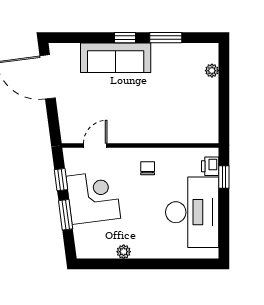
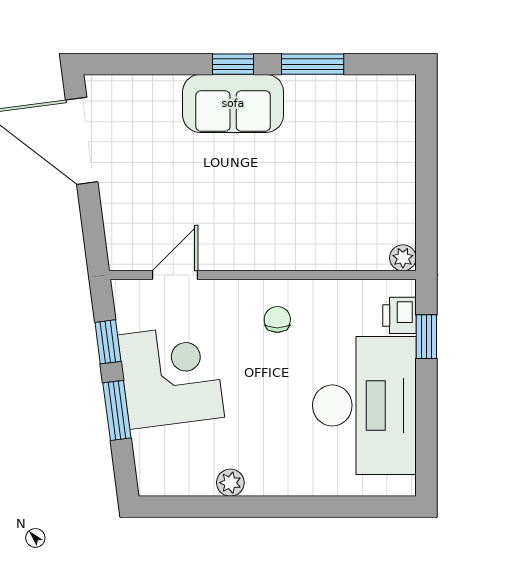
sofa: (116, 58) -> (233, 103), width x0.73
plant: (212, 71) -> (403, 258), moved

